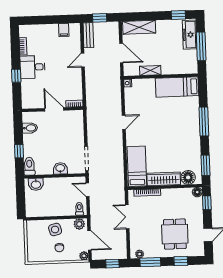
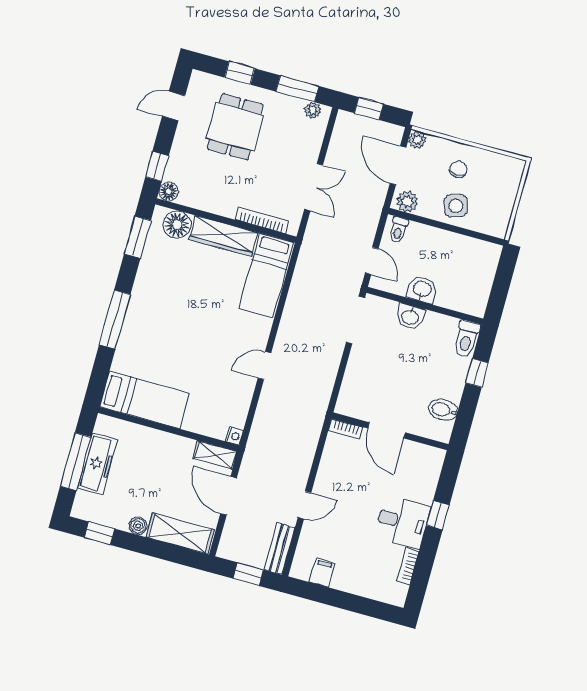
boiler: (161, 24) -> (138, 526), added
freezer: (190, 35) -> (98, 464), moved
shelving: (150, 70) -> (215, 455), moved
washbasin: (36, 184) -> (422, 289), moved

